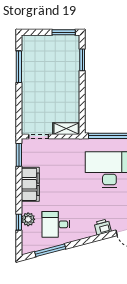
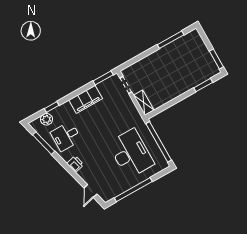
plant: (28, 219) -> (46, 119), moved
desk: (56, 224) -> (66, 136), turned -90
printer: (103, 227) -> (75, 164), moved

